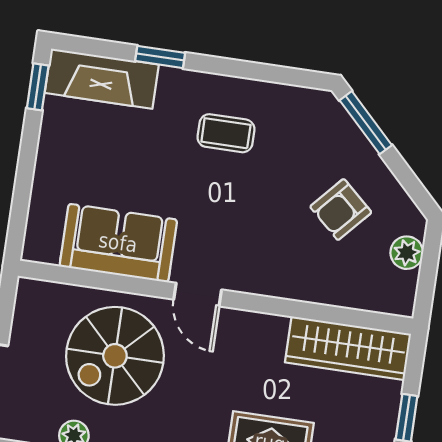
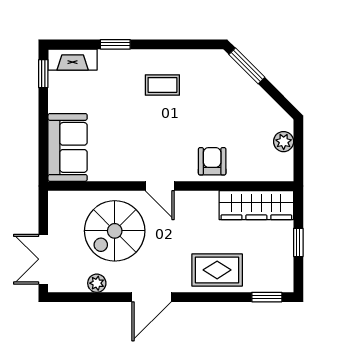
fireplace: (102, 79) -> (73, 60), width x0.73, depth x0.76
armchair: (341, 210) -> (212, 161), moved, turned 138
sofa: (118, 243) -> (68, 147), moved, turned 90

